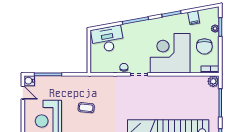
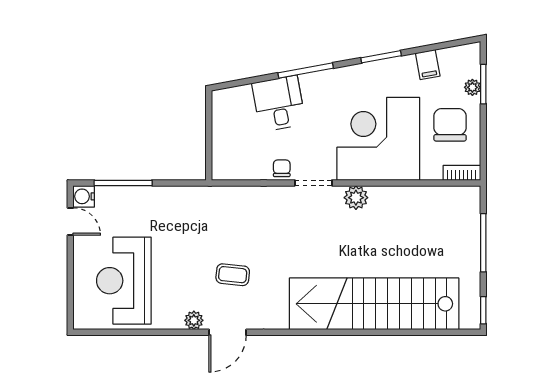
desk: (108, 39) -> (279, 104), moved, width x0.73
chair: (204, 46) -> (450, 125), turned 180
plant: (213, 81) -> (356, 198), moved
coffee table: (86, 108) -> (233, 275), moved

